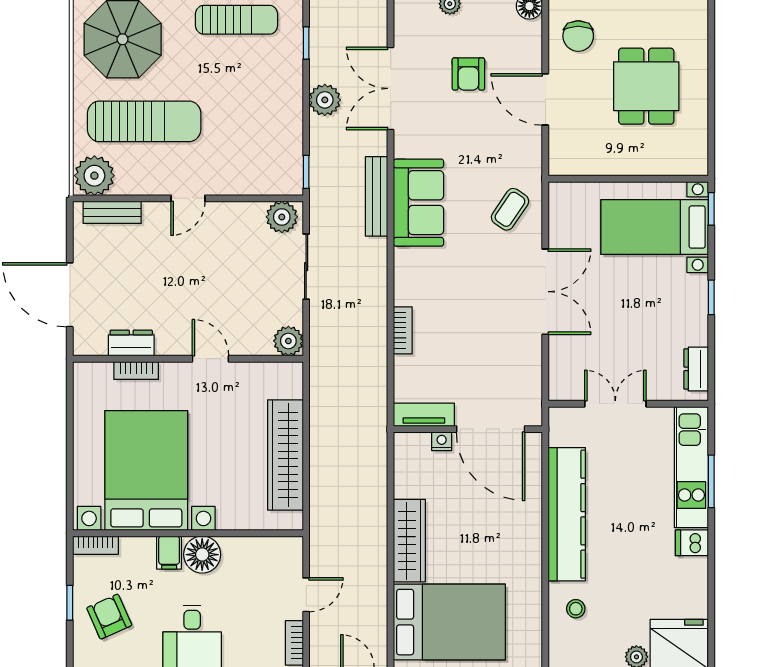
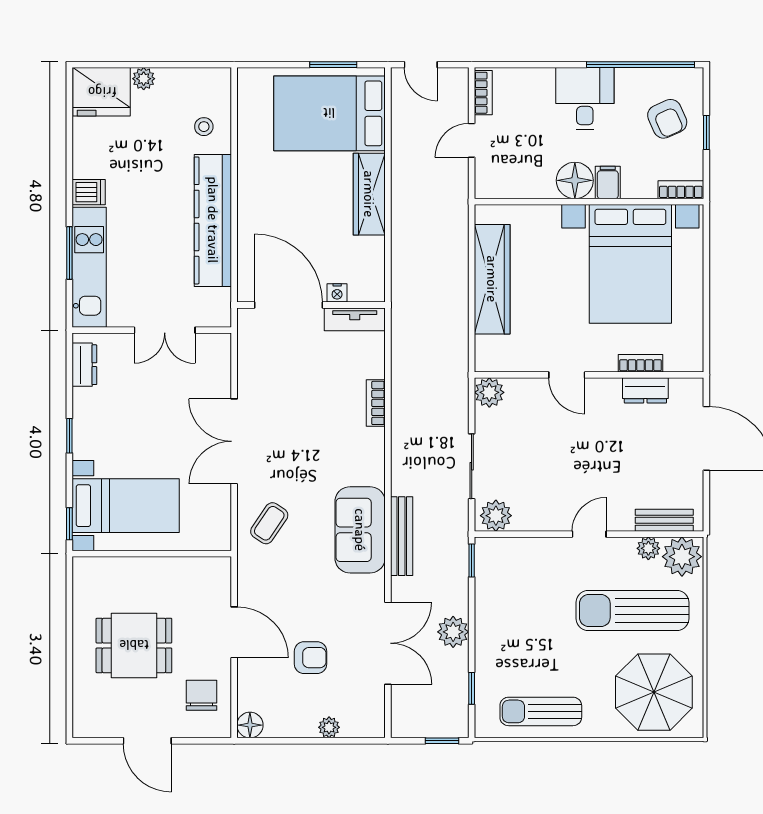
armchair: (468, 74) -> (311, 658), turned 90
dining table: (646, 86) -> (134, 645), turned 90
plant: (128, 184) -> (648, 548), added

